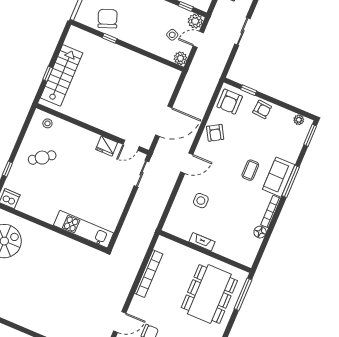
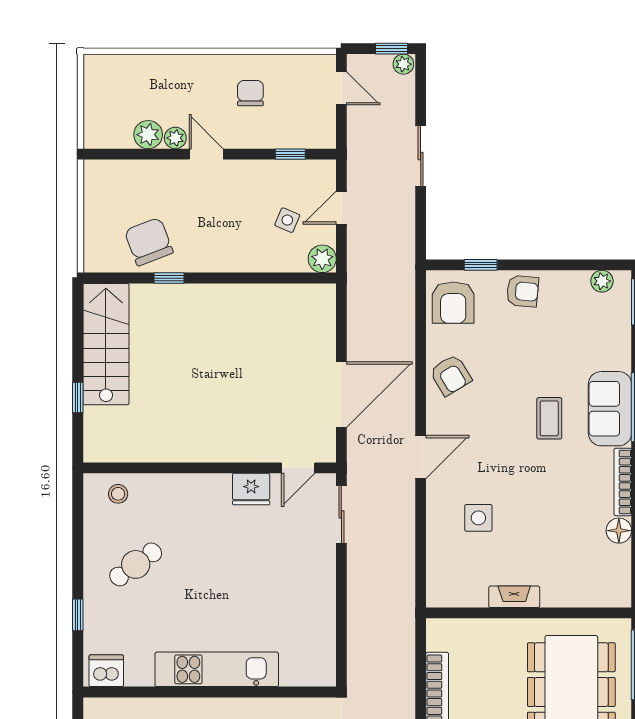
plant: (195, 21) -> (321, 175), removed
stairs: (62, 75) -> (106, 344), moved
kitchen unit: (84, 229) -> (217, 669), moved

